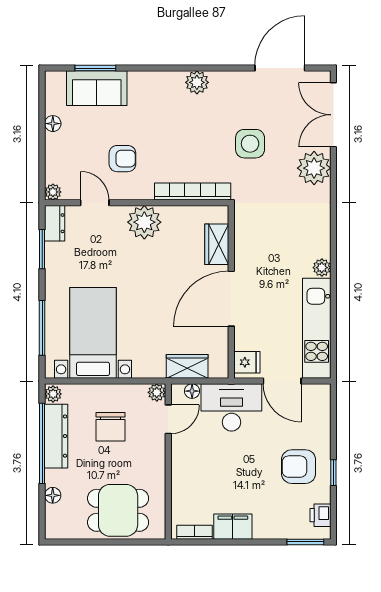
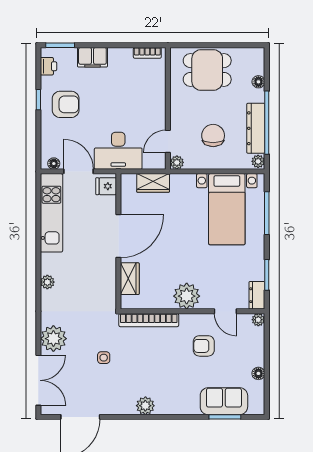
side table: (250, 144) -> (104, 358), width x0.54, depth x0.54
plant: (322, 268) -> (47, 282), moved
floor lamp: (192, 391) -> (54, 164), moved
filing cabinet: (233, 527) -> (92, 57), moved

